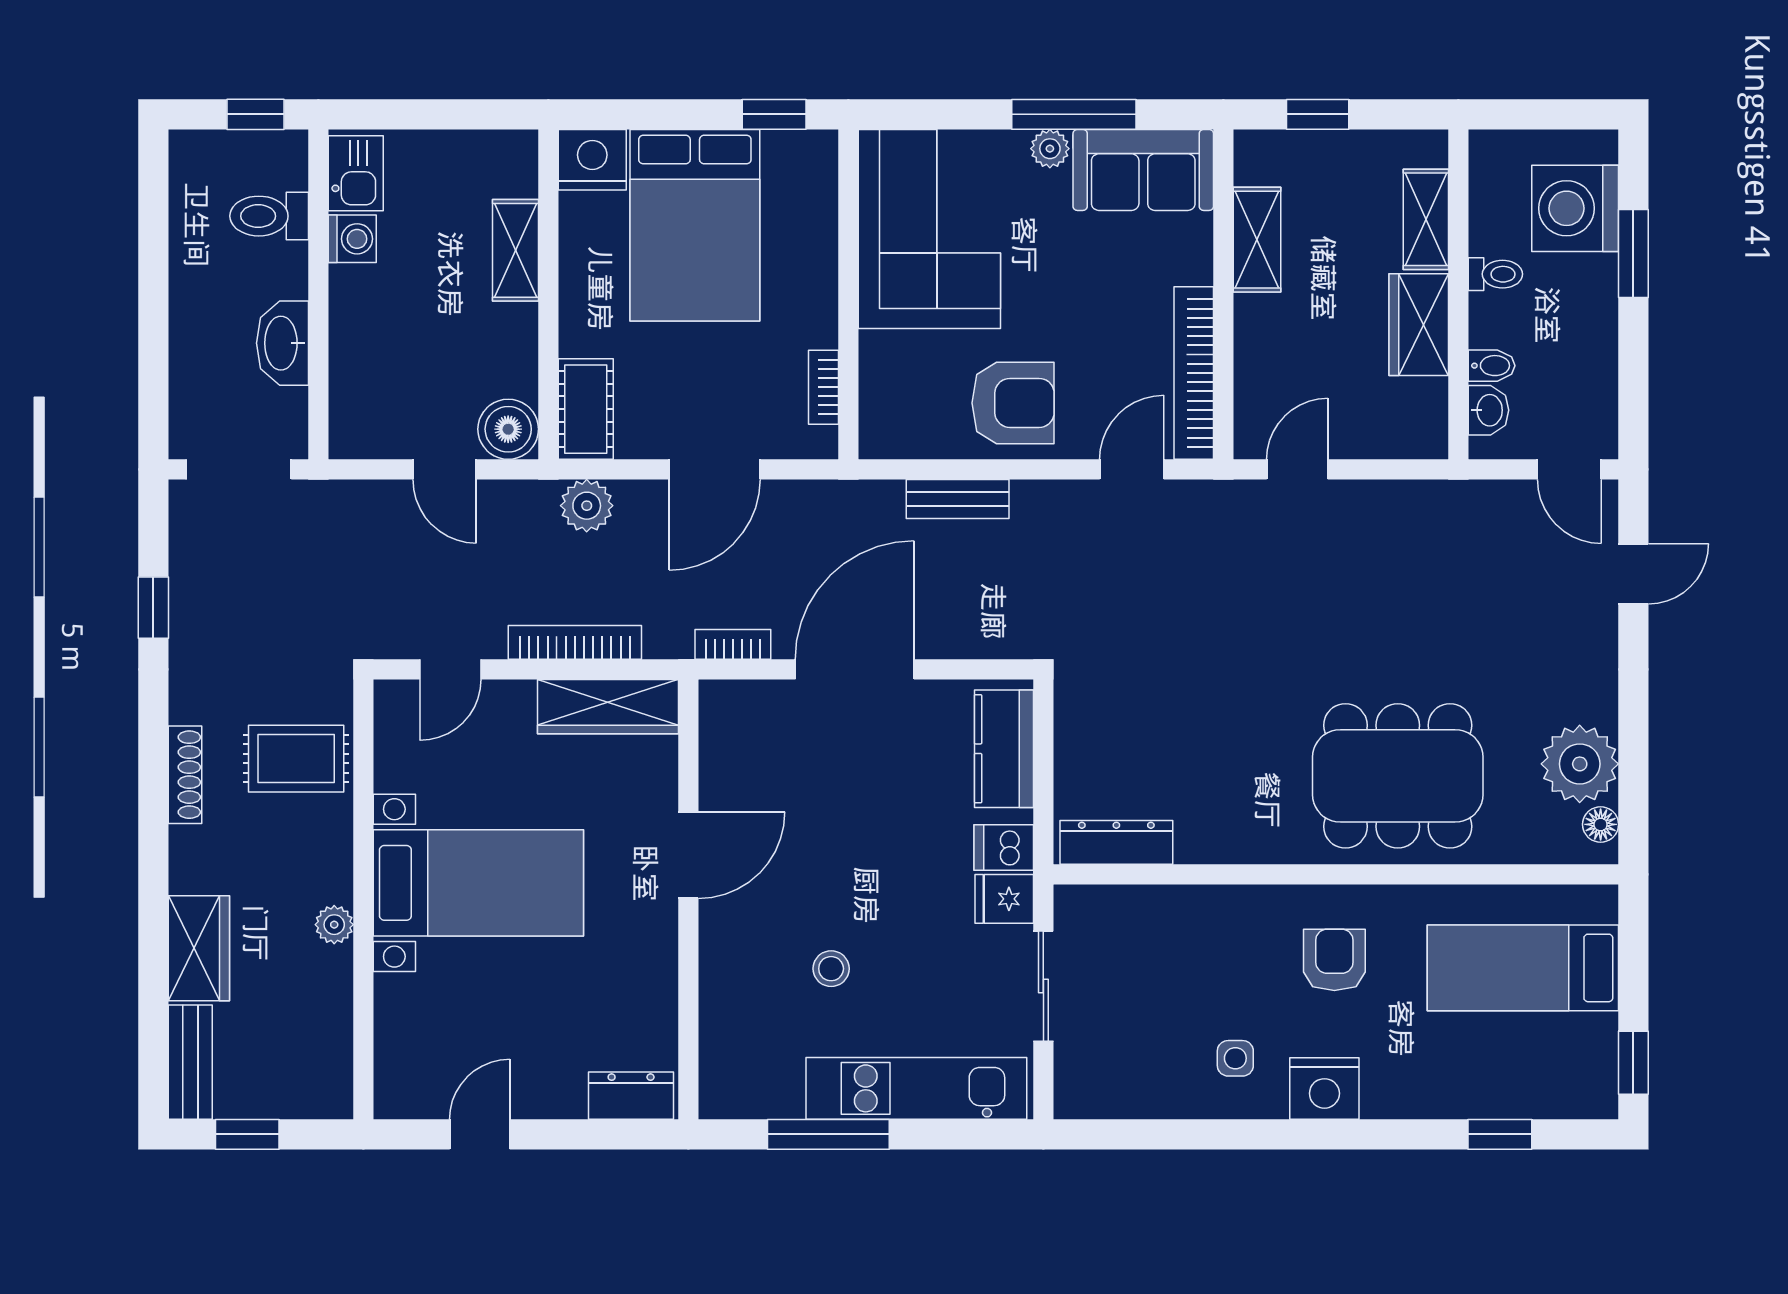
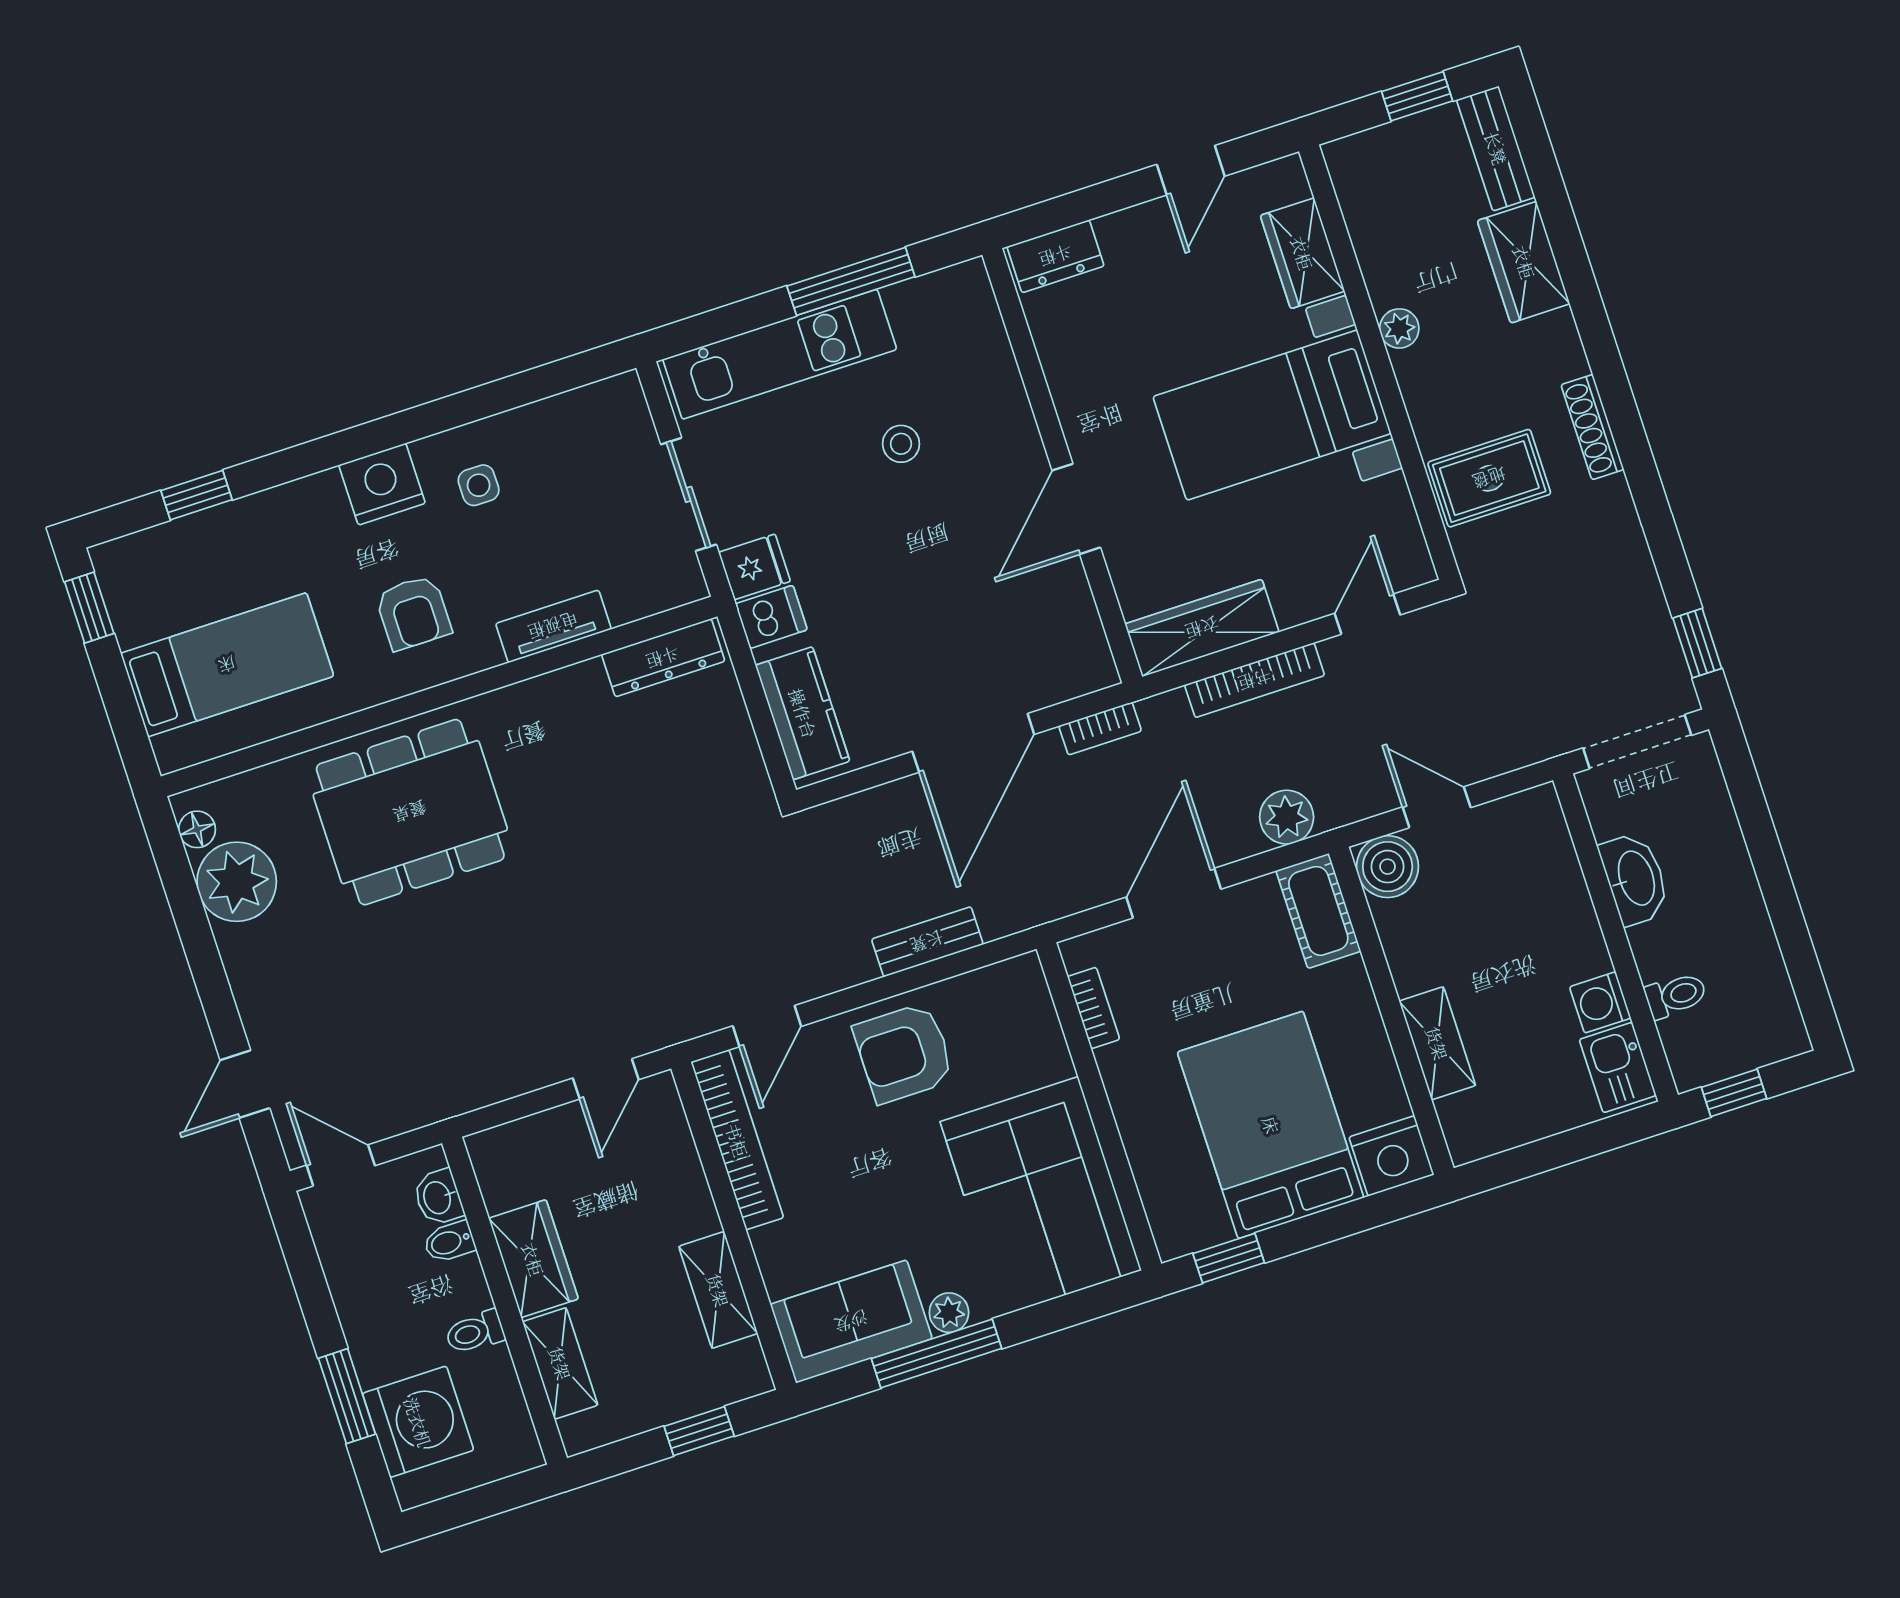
toilet: (269, 216) -> (1676, 995), width x0.73, depth x0.72
window: (153, 608) -> (1697, 643), moved
tv unit: (1209, 905) -> (553, 626), added
wardrobe: (401, 1024) -> (1302, 253), added

